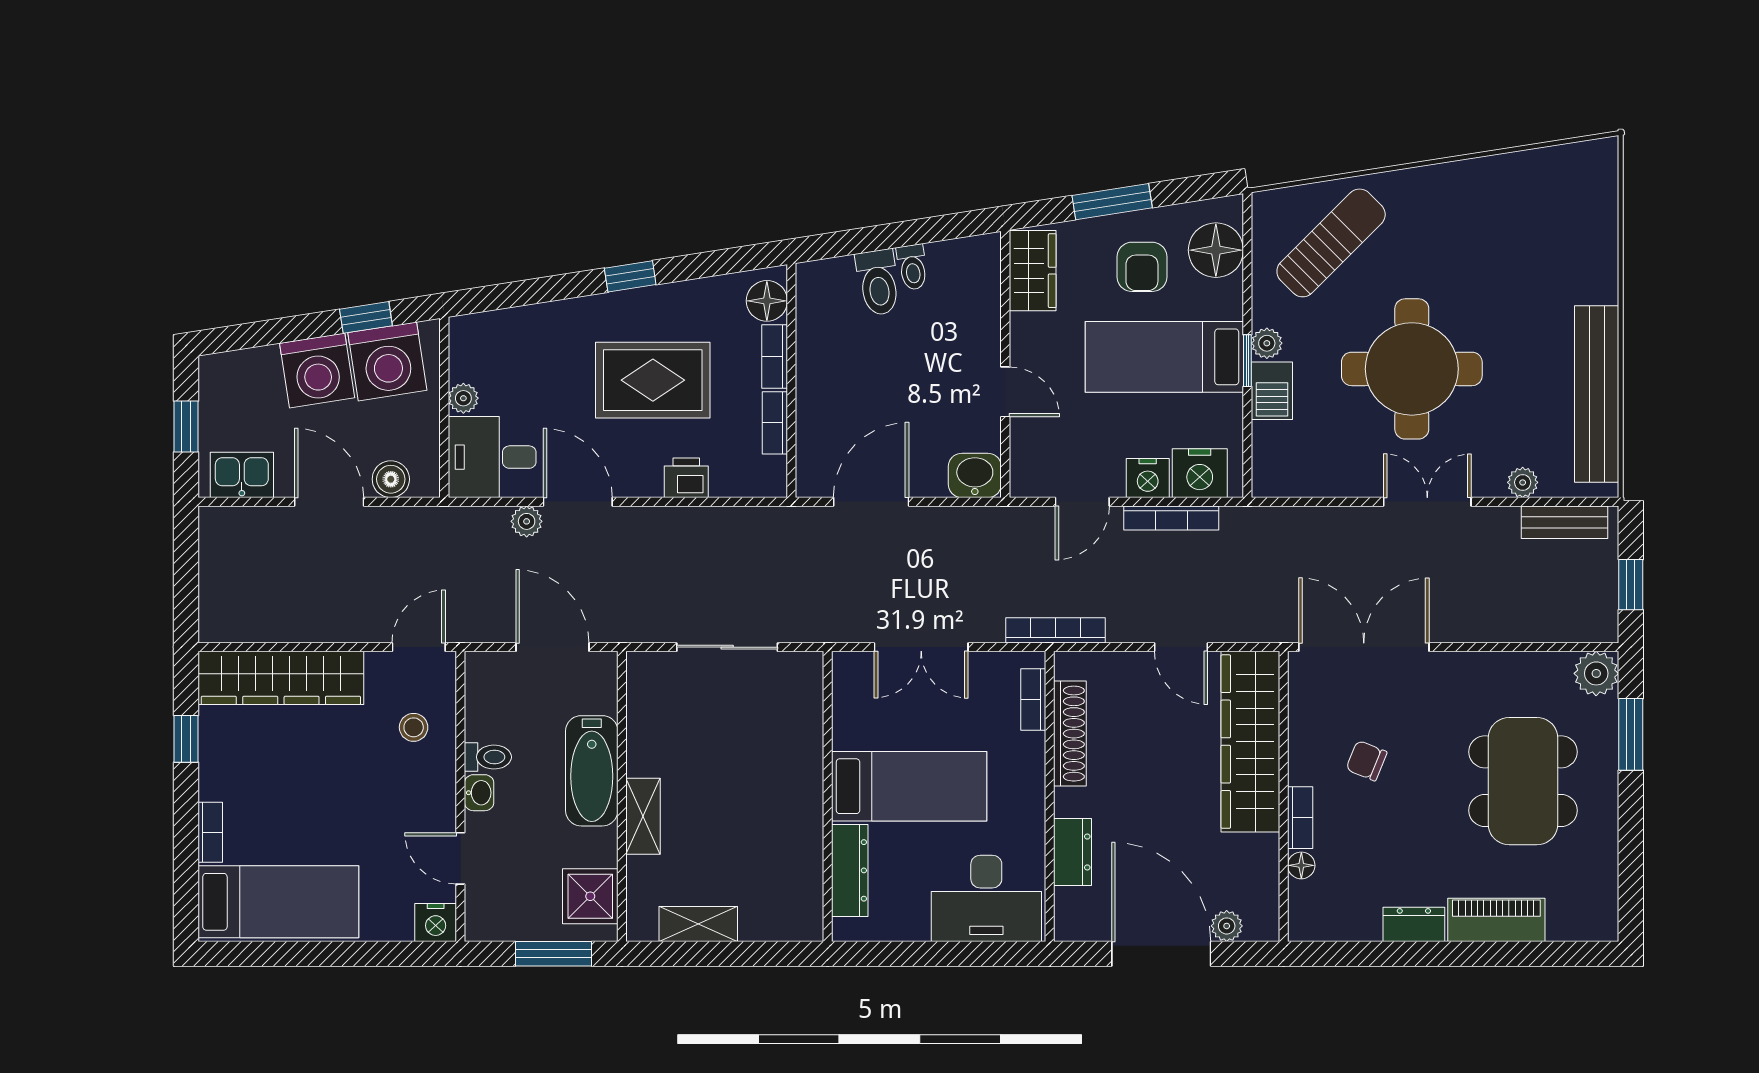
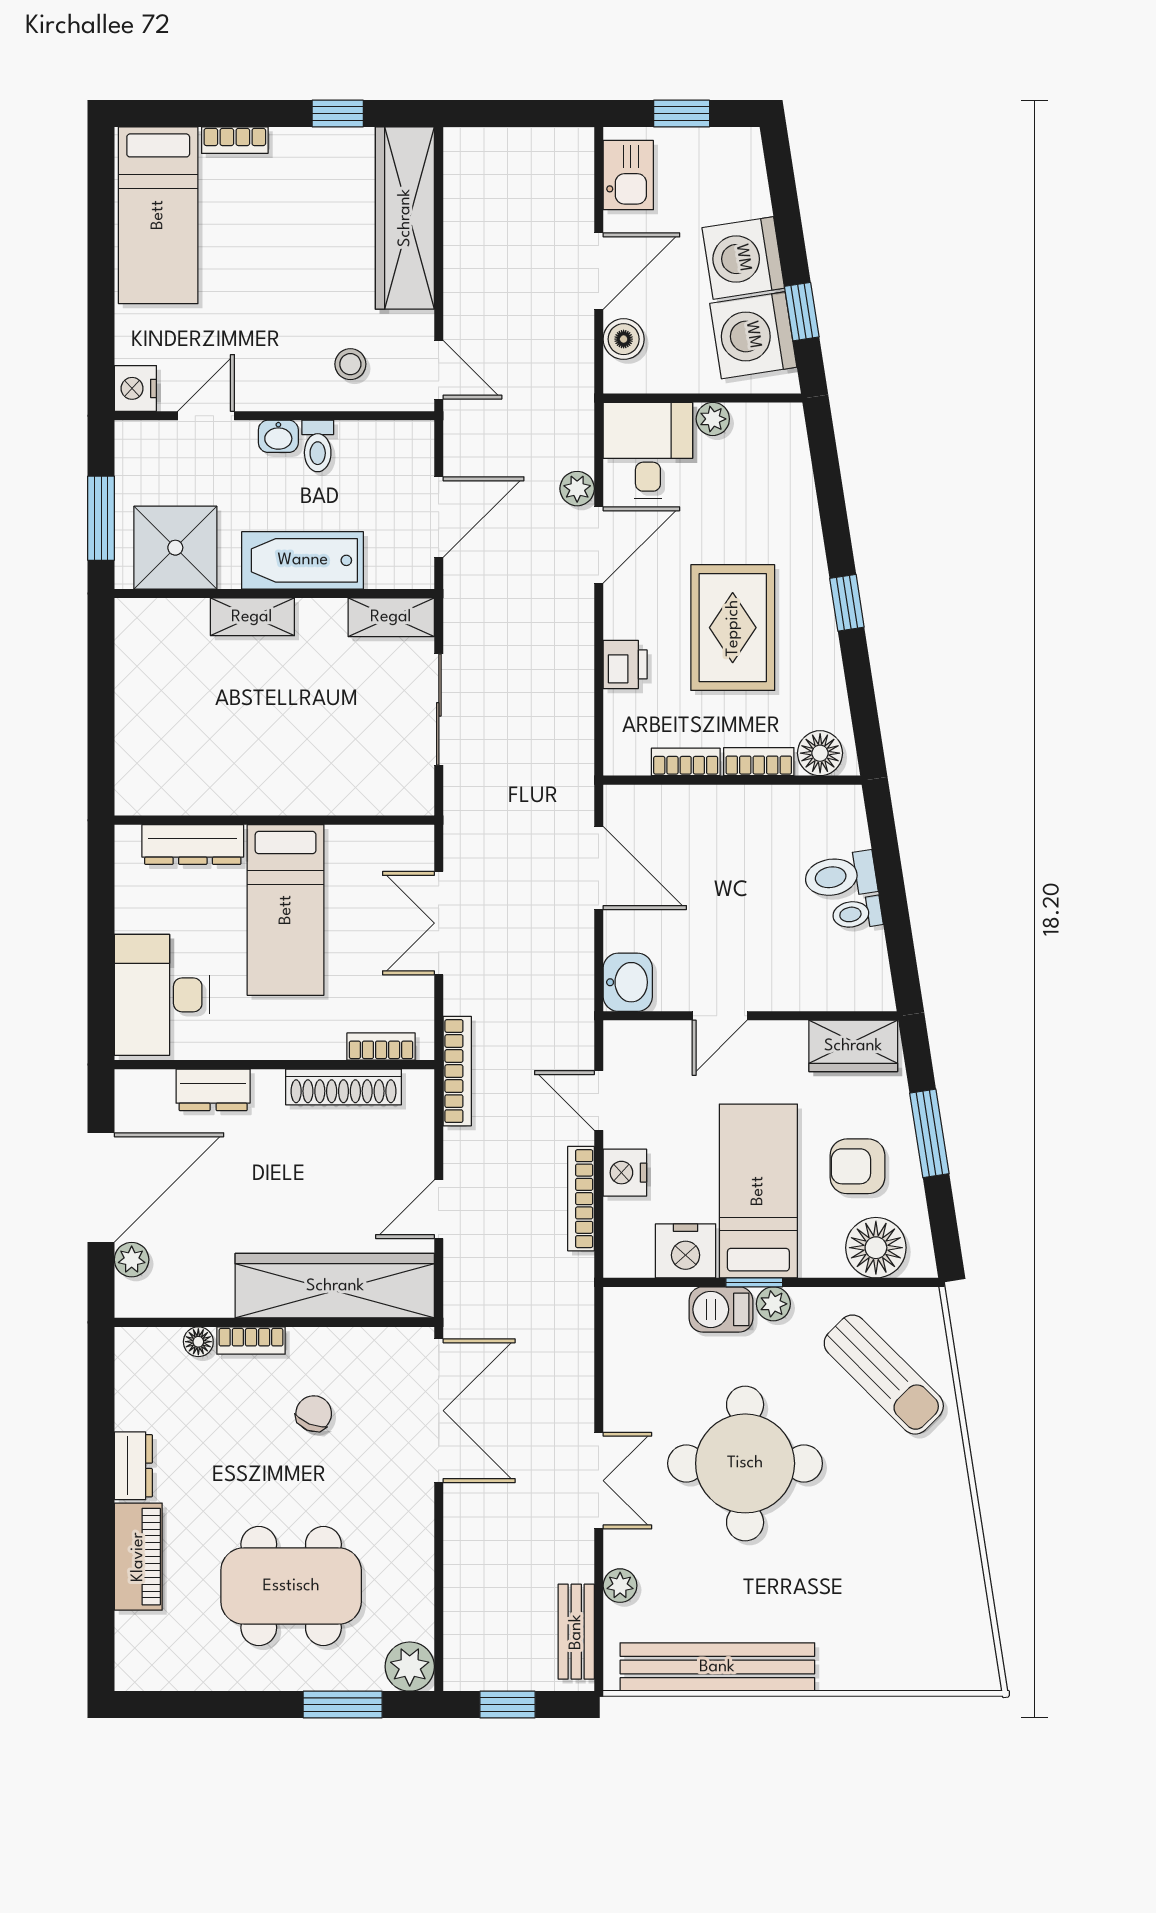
nightstand: (1200, 473) -> (686, 1251), moved, turned -90
shower: (590, 896) -> (175, 548), width x1.36, depth x1.36
shelving: (698, 924) -> (391, 617), moved, turned 90

